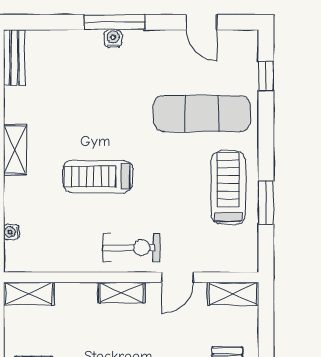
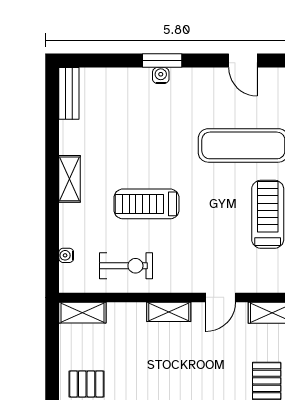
window: (115, 22) -> (162, 61), width x0.69
exercise bike: (132, 248) -> (126, 266), moved

